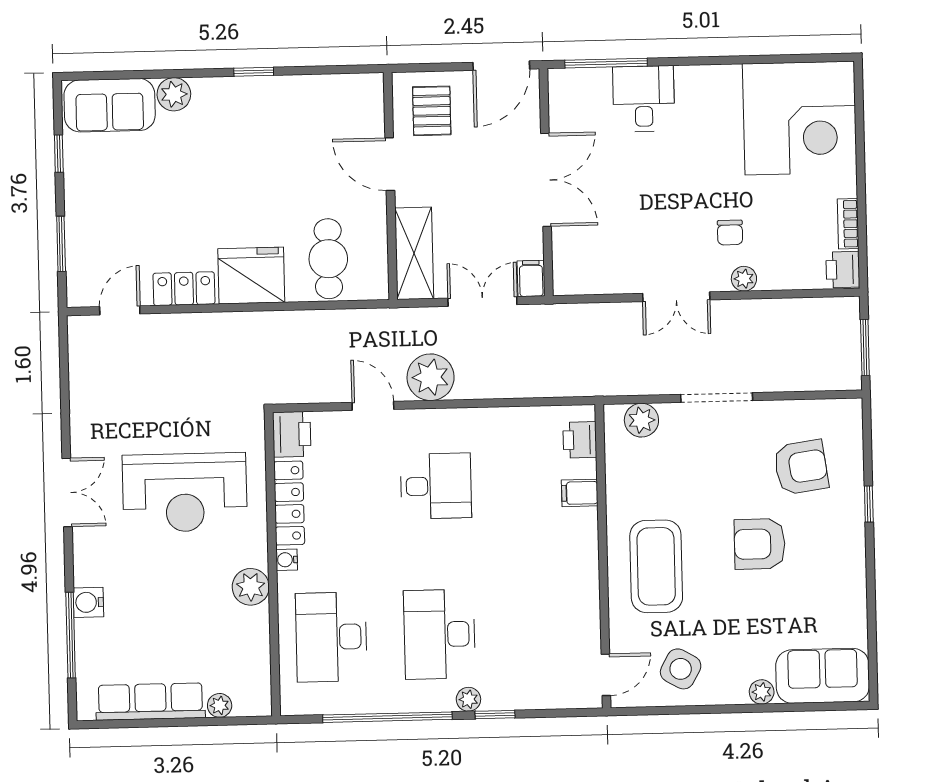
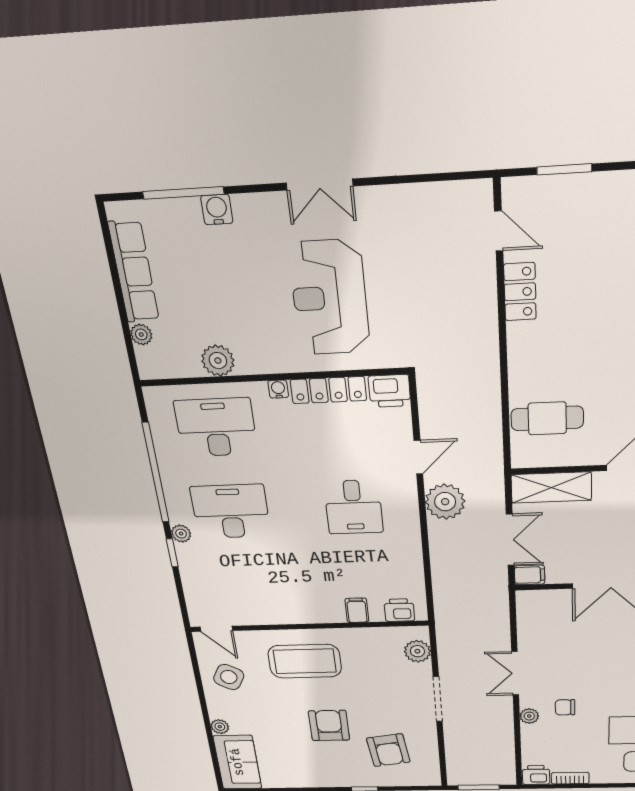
fridge: (251, 276) -> (532, 353), removed
plant: (251, 587) -> (218, 361), moved

